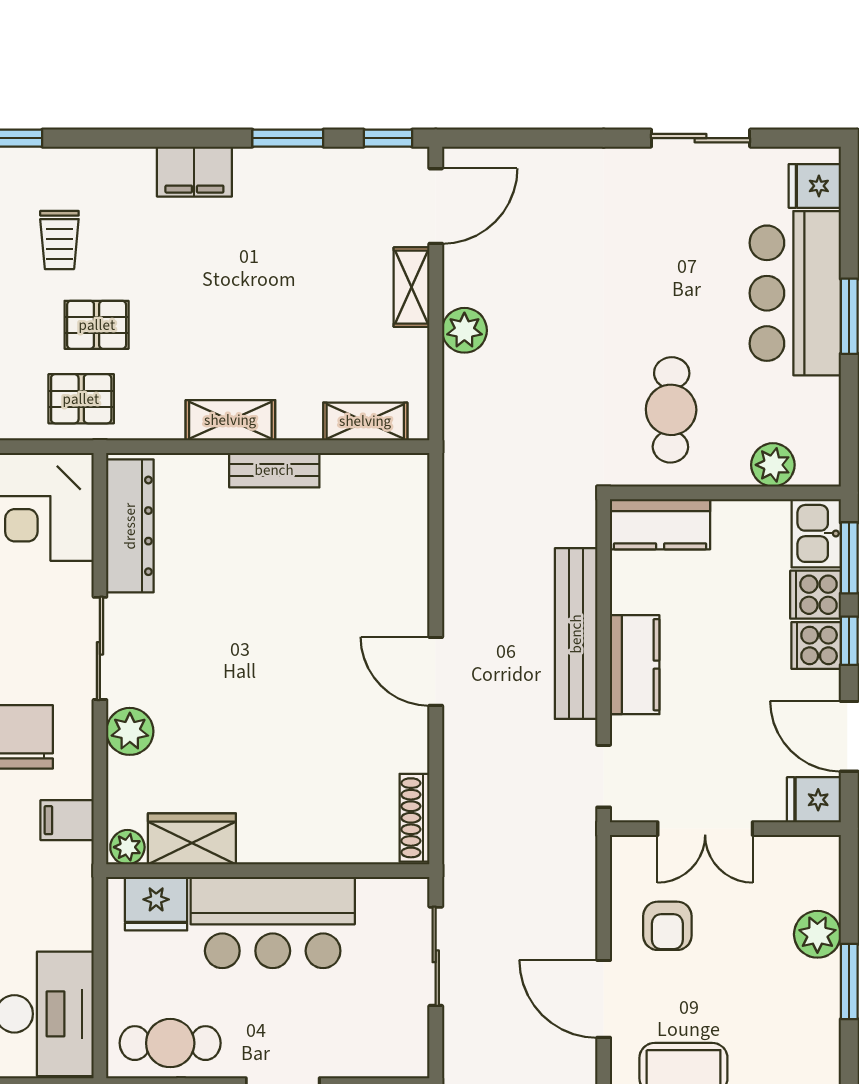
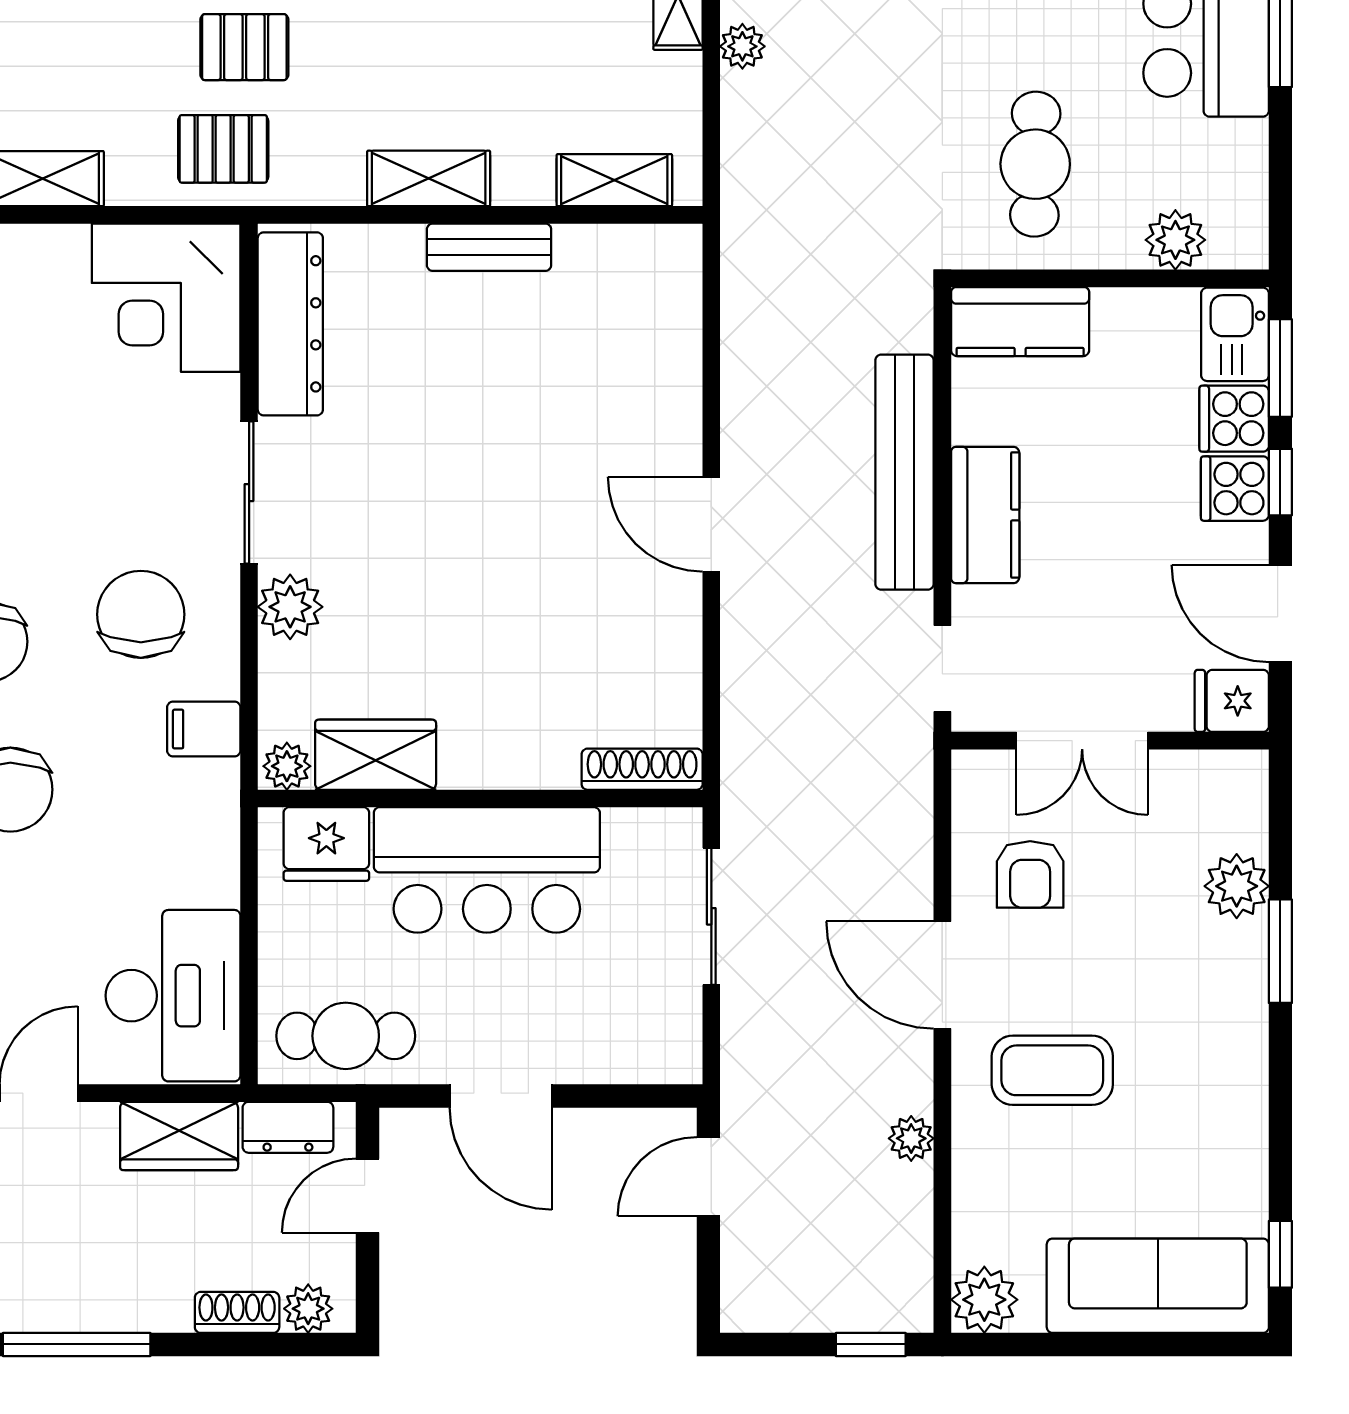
plant: (464, 330) -> (742, 46), width x0.73, depth x0.73
shoe rack: (414, 818) -> (642, 769), moved, turned 90

